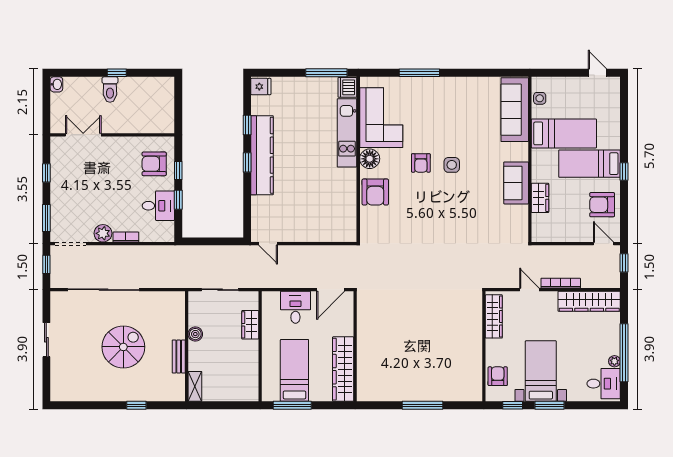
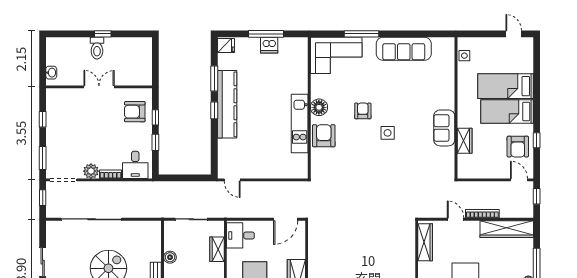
window: (326, 73) -> (266, 34), moved
washbasin: (56, 84) -> (51, 73), moved
dishwasher: (347, 87) -> (269, 45), moved, turned -90
sofa: (515, 110) -> (404, 49), moved, turned -90
corner sofa: (381, 118) -> (336, 55), moved, turned 90
window: (247, 125) -> (214, 78), width x1.50
kitchen unit: (347, 133) -> (300, 124), moved
bed: (564, 133) -> (506, 86), moved, turned 180
double door: (83, 135) -> (99, 87), moved
armchair: (421, 163) -> (363, 111), turned 180
side table: (452, 165) -> (388, 133), moved
window: (624, 172) -> (537, 140), moved
armchair: (375, 192) -> (324, 136), turned 180
armchair: (602, 205) -> (518, 147), turned -90
desk: (158, 206) -> (135, 165), moved, turned 90
desk: (295, 307) -> (240, 235), moved, turned -90

